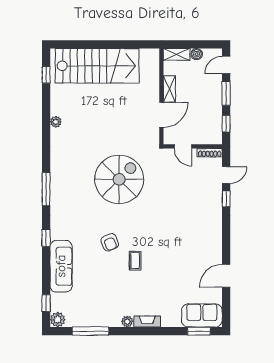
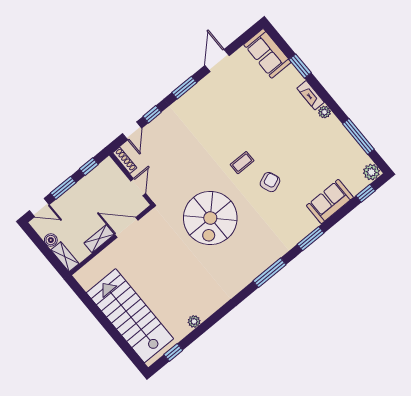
plant: (56, 122) -> (194, 321), moved
door: (226, 175) -> (132, 131), swing flipped
spiral stairs: (119, 179) -> (210, 218), turned -90
window: (226, 237) -> (184, 88), added
window: (46, 238) -> (311, 239), width x1.50
coffee table: (135, 261) -> (242, 163), moved
sofa: (61, 266) -> (330, 202), width x0.73
door: (226, 276) -> (217, 61), swing flipped
window: (199, 331) -> (300, 66), moved

